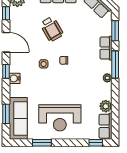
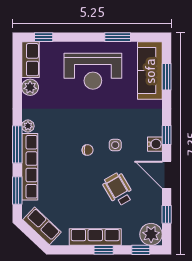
wheelchair: (52, 29) -> (118, 189), moved
row of seats: (106, 48) -> (30, 167), width x2.02
water cooler: (15, 78) -> (155, 144), moved
reception desk: (60, 118) -> (93, 71), turned 180

